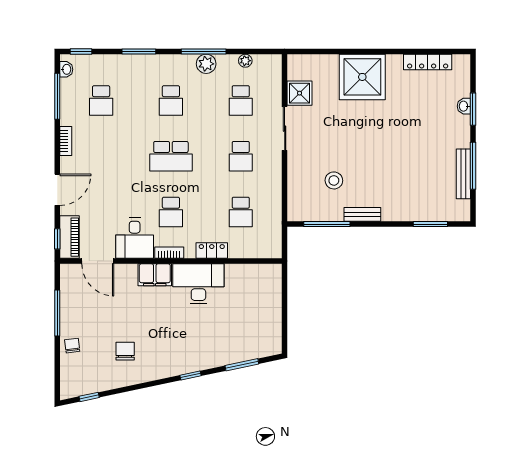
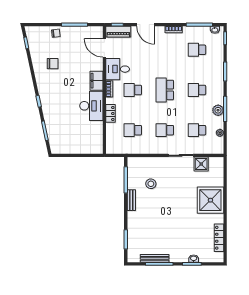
door: (98, 261) -> (104, 48), hinge flipped

